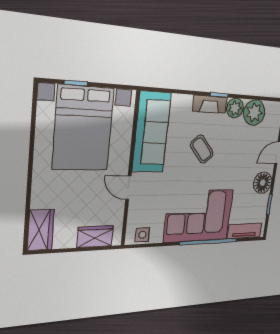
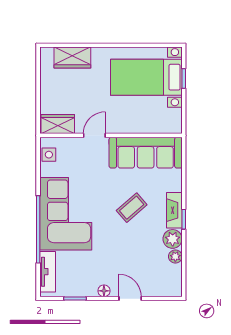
plant: (254, 113) -> (175, 256), width x0.53, depth x0.53
bed with nightstands: (83, 129) -> (146, 77), width x0.73
floor lamp: (263, 183) -> (104, 291), width x0.53, depth x0.53
wardrobe: (41, 230) -> (72, 58), moved
wardrobe: (95, 237) -> (58, 124), moved, turned -90

